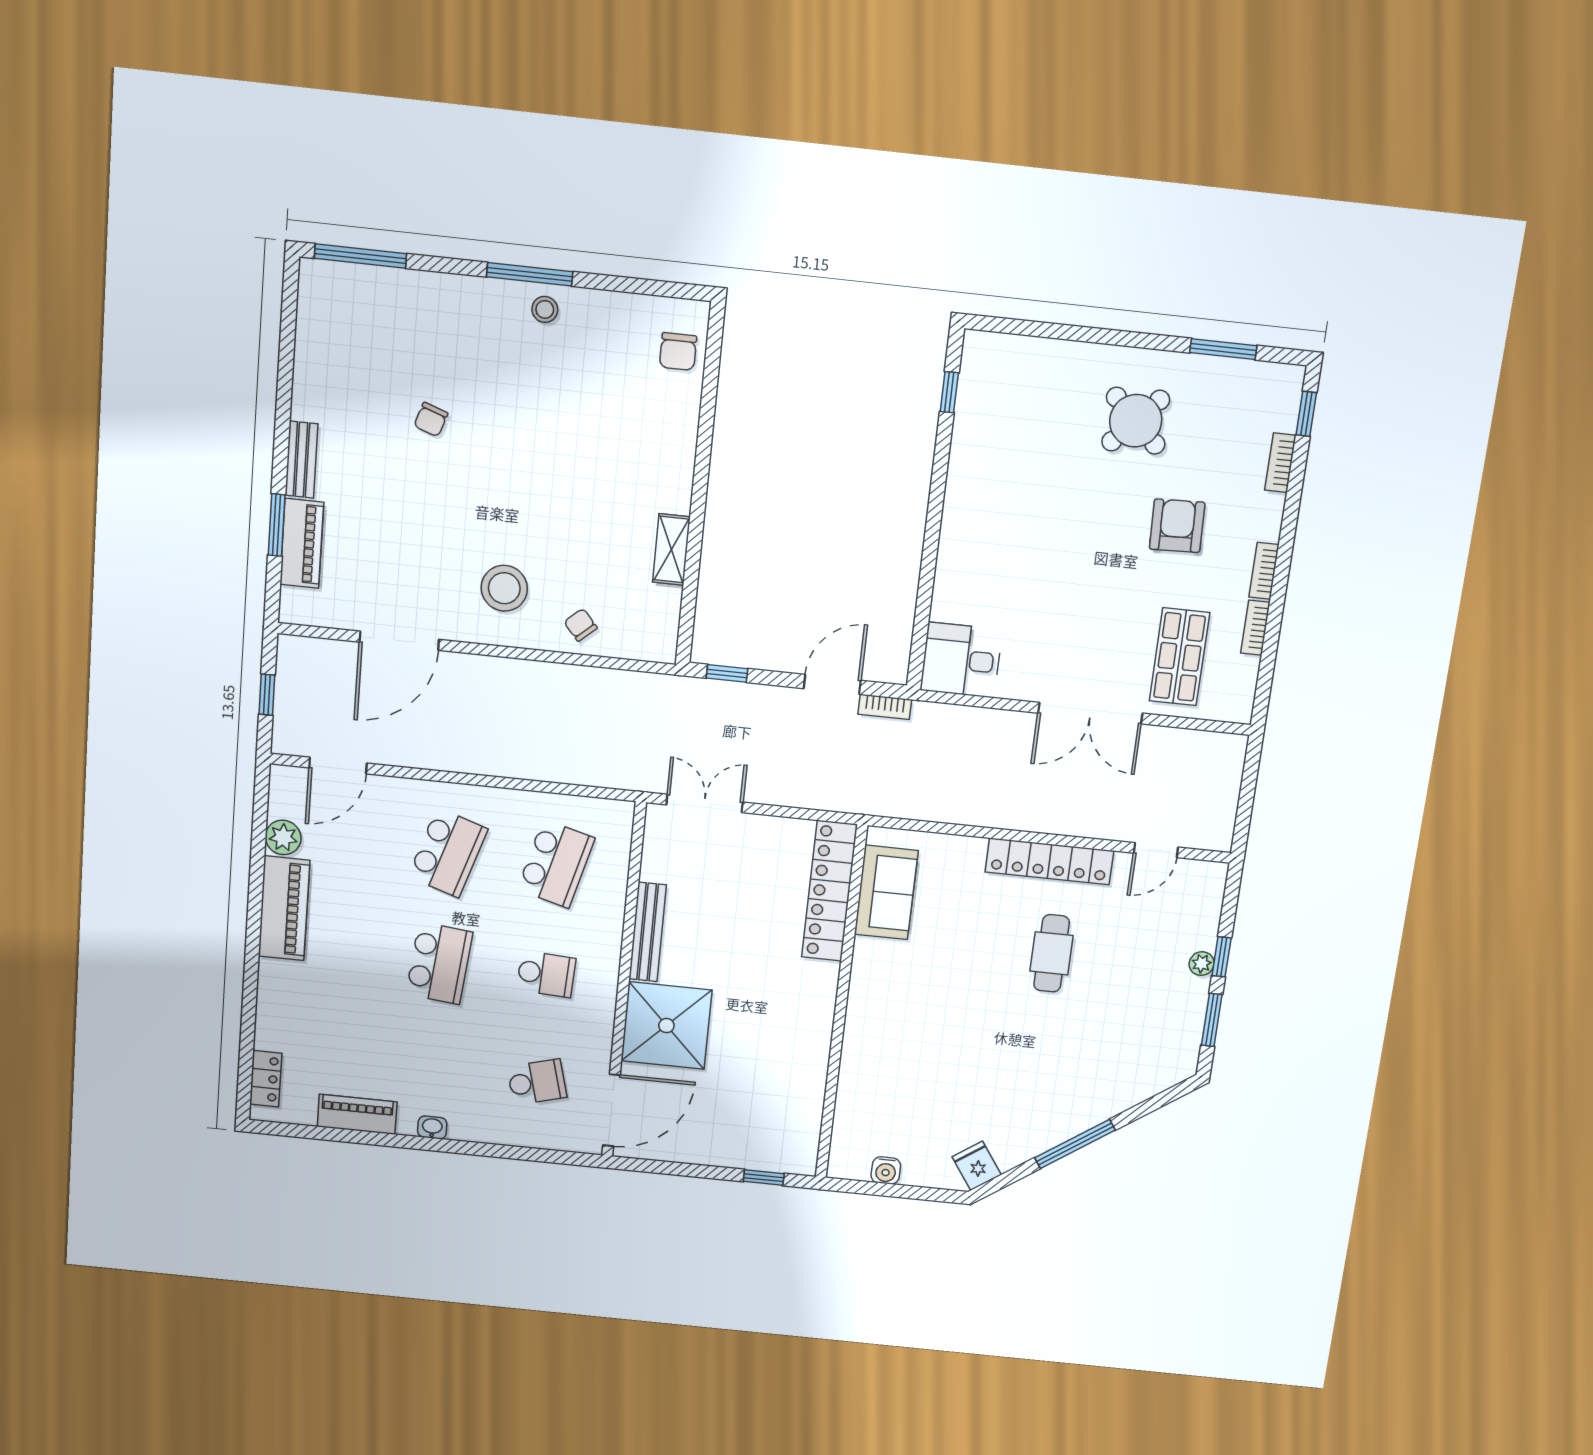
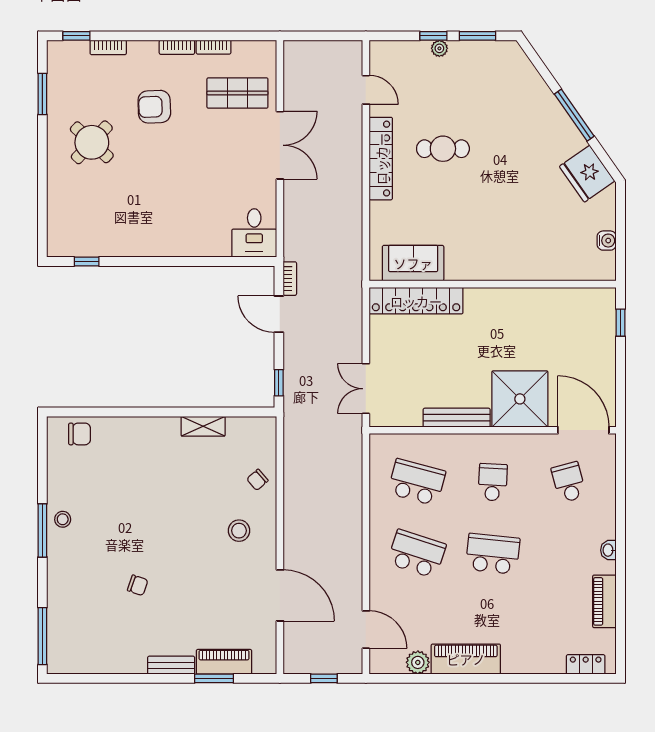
stool: (504, 588) -> (239, 531), width x0.73, depth x0.73
fridge: (977, 1166) -> (587, 174), width x1.88, depth x1.34

